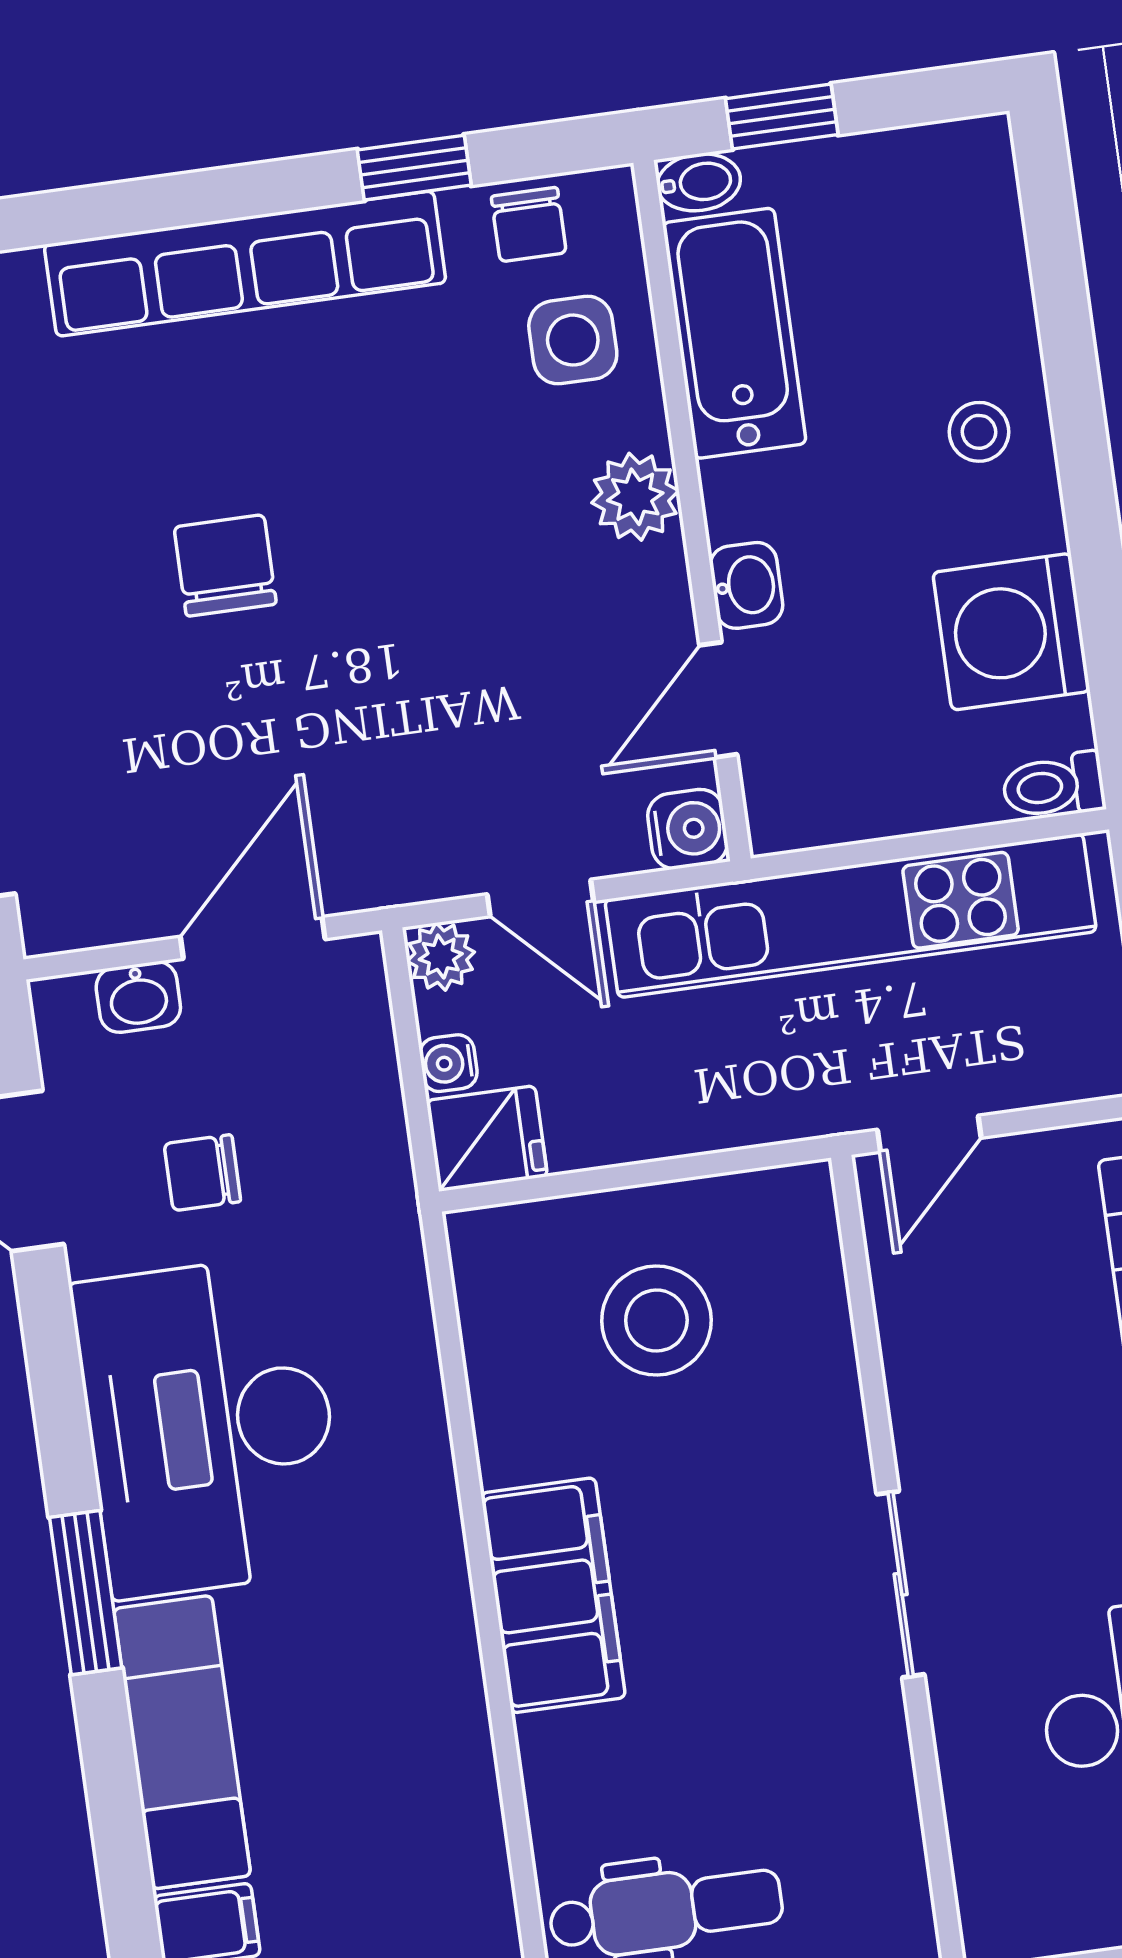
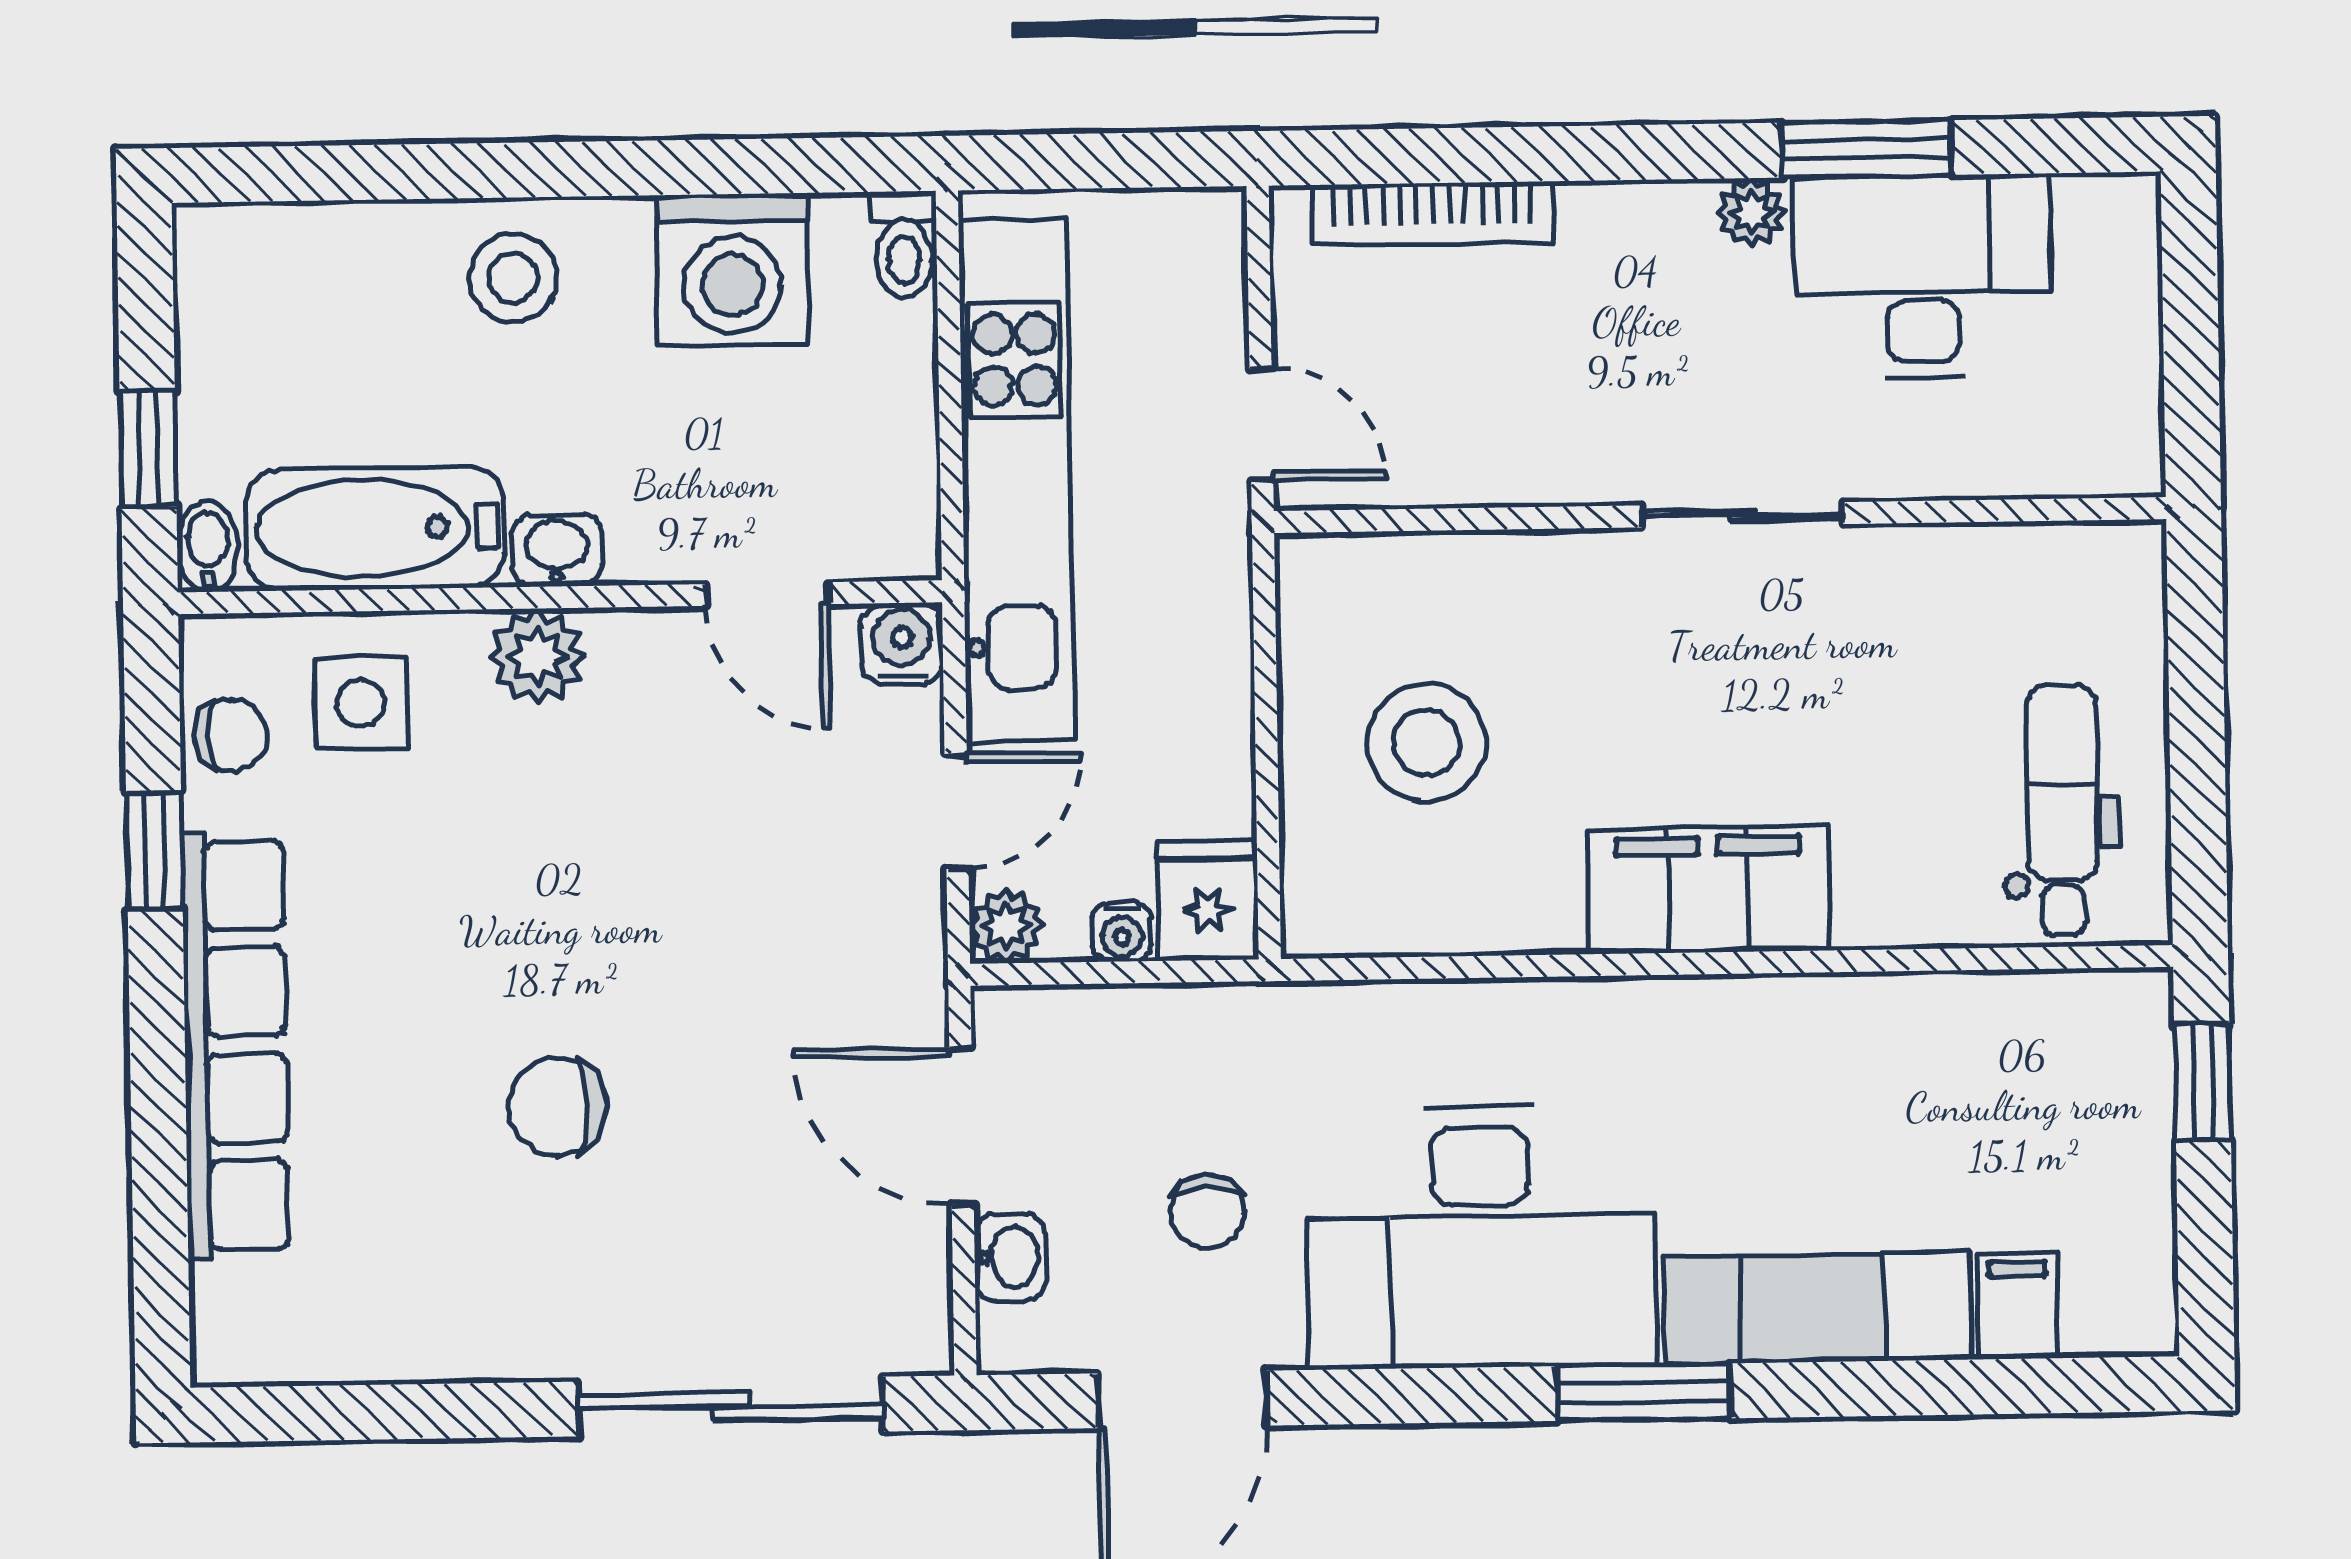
stool: (979, 432) -> (513, 278), width x1.37, depth x1.37
washbasin: (746, 585) -> (557, 550), moved

